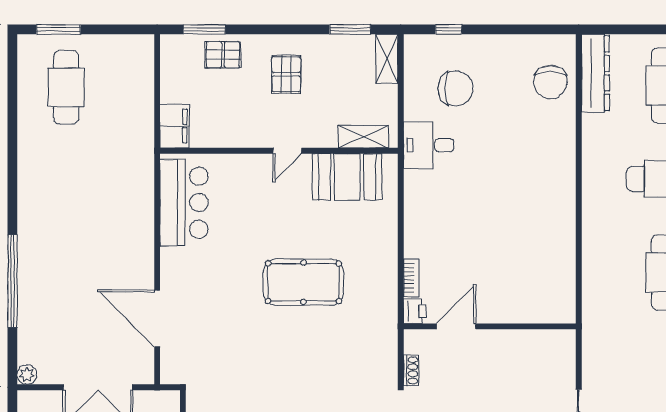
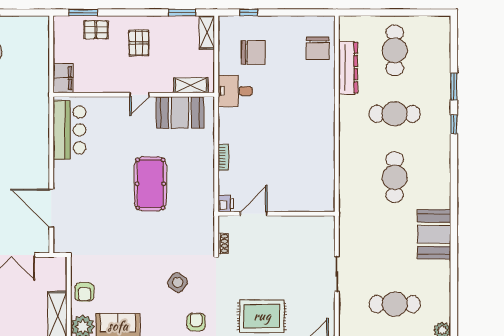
dresser: (595, 73) -> (348, 68), moved
bookcase: (411, 278) -> (223, 157), moved
pool table: (303, 282) -> (150, 184), turned 90

